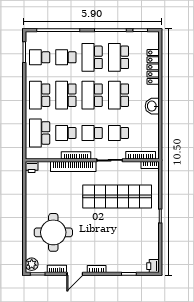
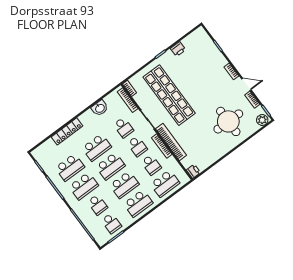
locker: (153, 67) -> (67, 131), moved
washbasin: (152, 106) -> (100, 108), moved
printer: (153, 266) -> (178, 49), moved

